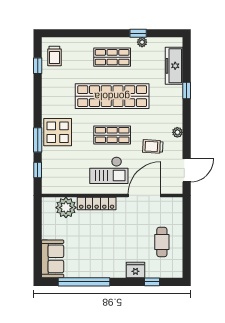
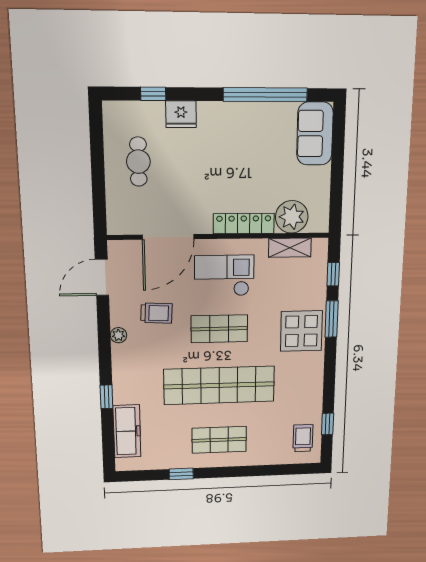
plant: (142, 42) -> (175, 462), removed
shelving: (67, 188) -> (290, 248), added

